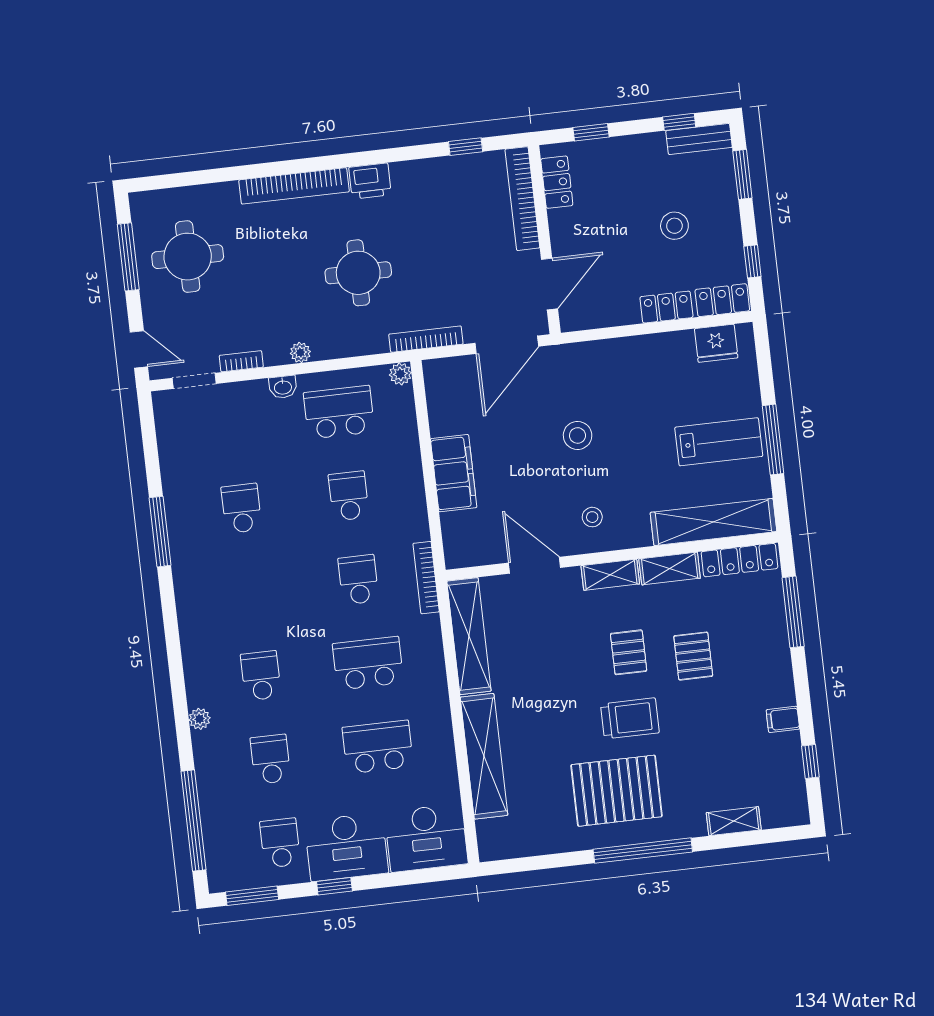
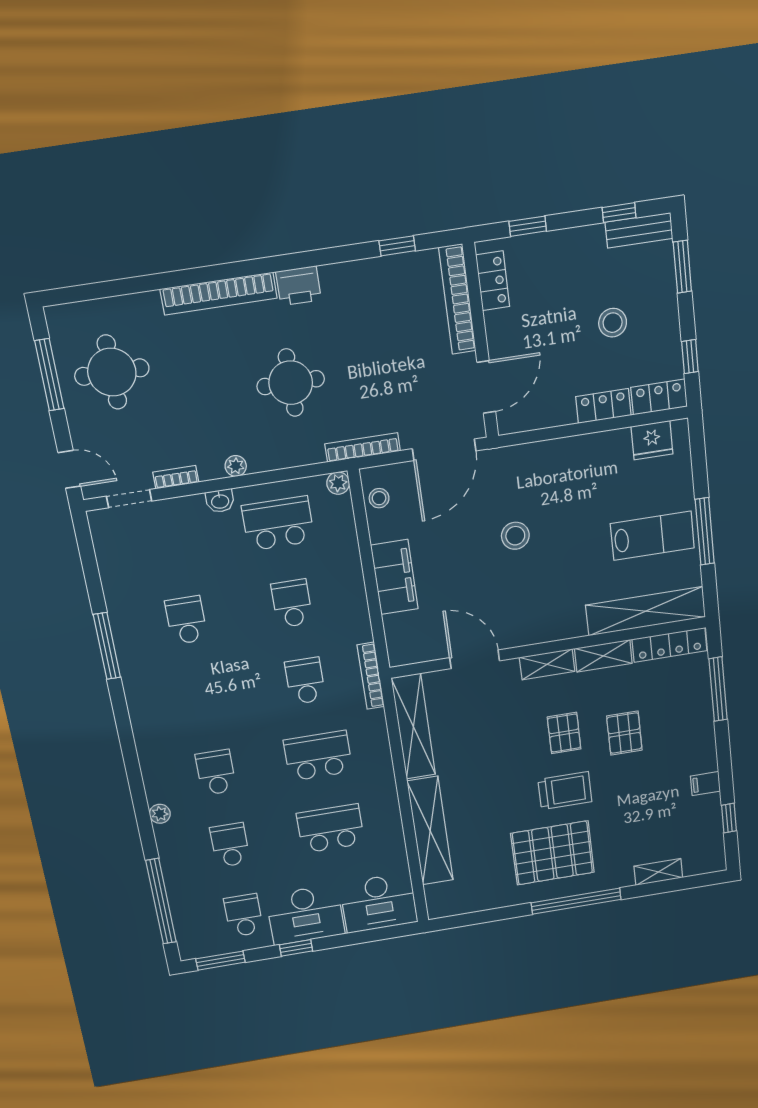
stool: (592, 517) -> (379, 498), moved

